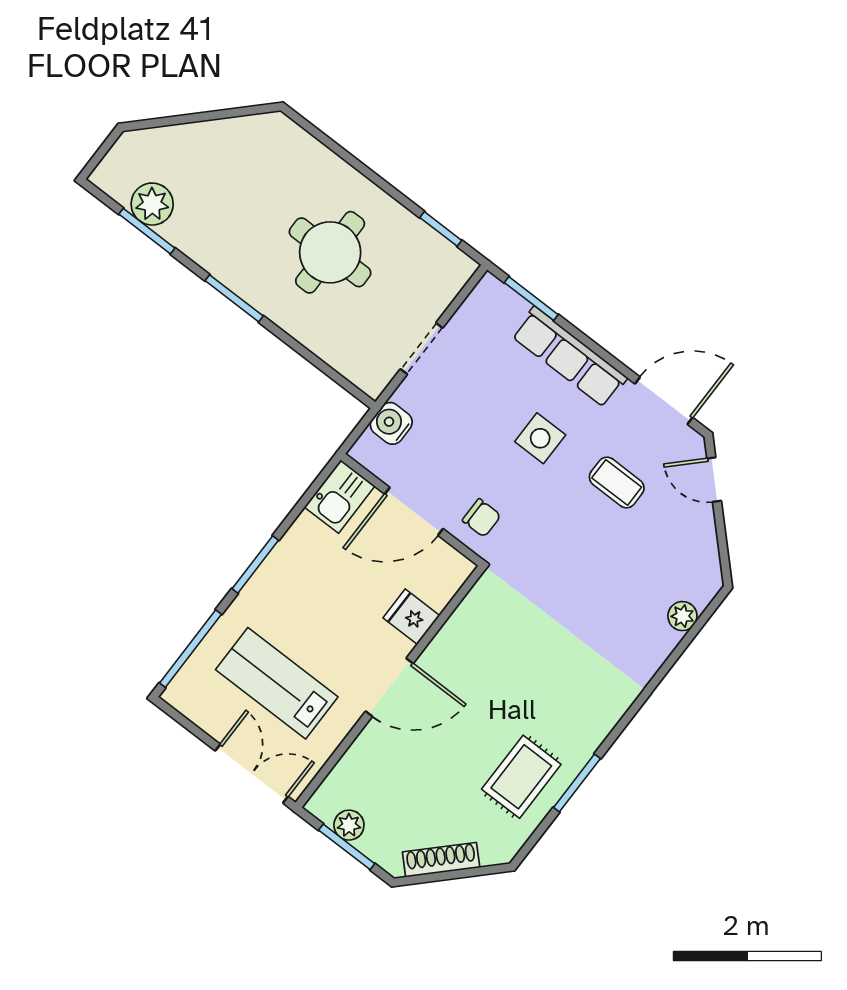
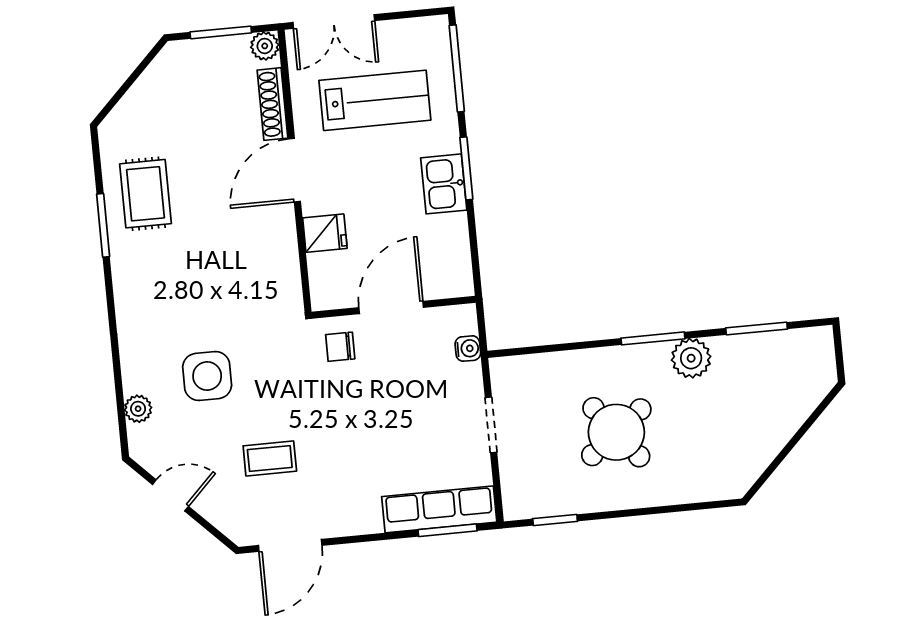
plant: (152, 204) -> (691, 358), moved
round table: (330, 252) -> (616, 432), turned -38
row of seats: (569, 357) -> (439, 509), moved
water cooler: (391, 423) -> (468, 349), width x0.72, depth x0.72
side table: (540, 438) -> (207, 376), moved, width x1.37, depth x1.37
door: (714, 480) -> (170, 495), moved
kitchen sink: (340, 497) -> (444, 184), moved
plant: (349, 825) -> (265, 46), moved
shoe rack: (441, 860) -> (272, 104), moved, turned 135

